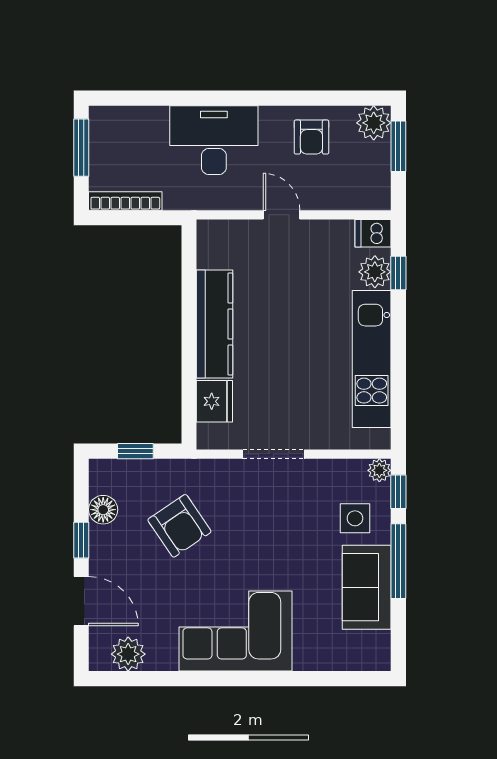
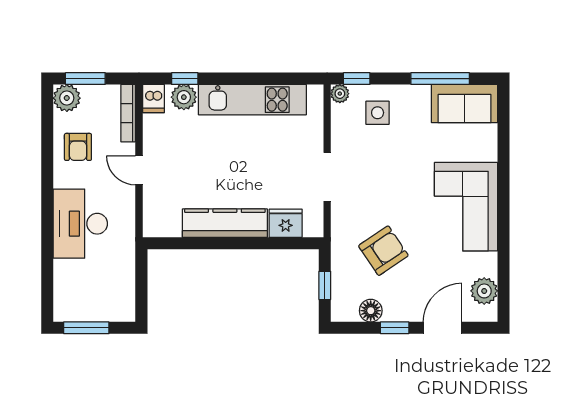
armchair: (311, 137) -> (78, 147), turned 90
bookcase: (125, 201) -> (128, 113), moved
door: (282, 215) -> (139, 170), hinge flipped
window: (398, 561) -> (440, 79), moved
sofa: (367, 587) -> (465, 104), moved

